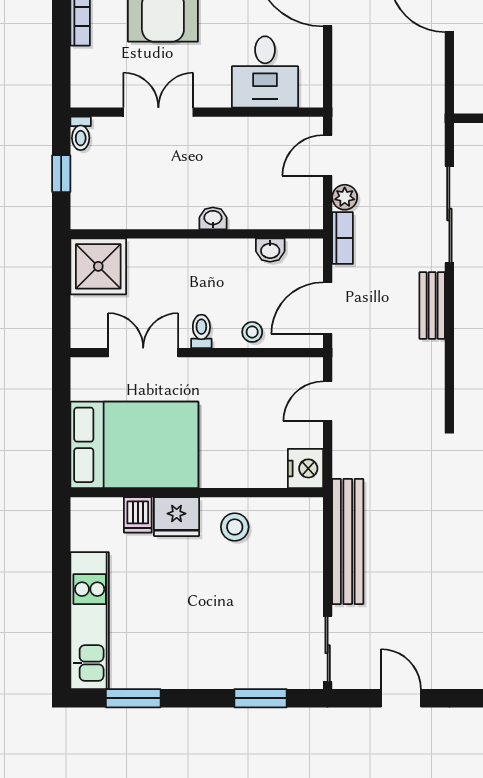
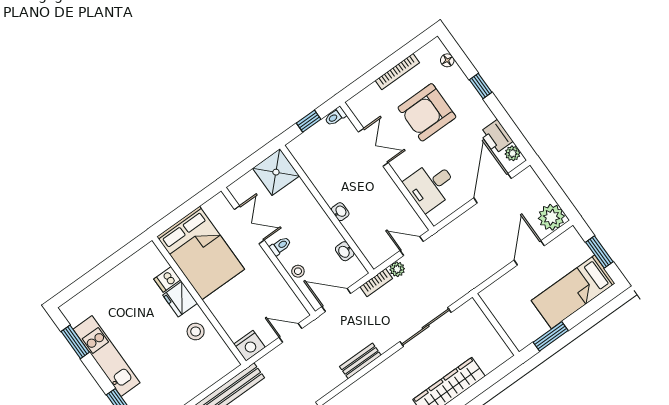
bench: (432, 306) -> (360, 361), moved
kitchen unit: (90, 621) -> (107, 356), moved, turned -90

